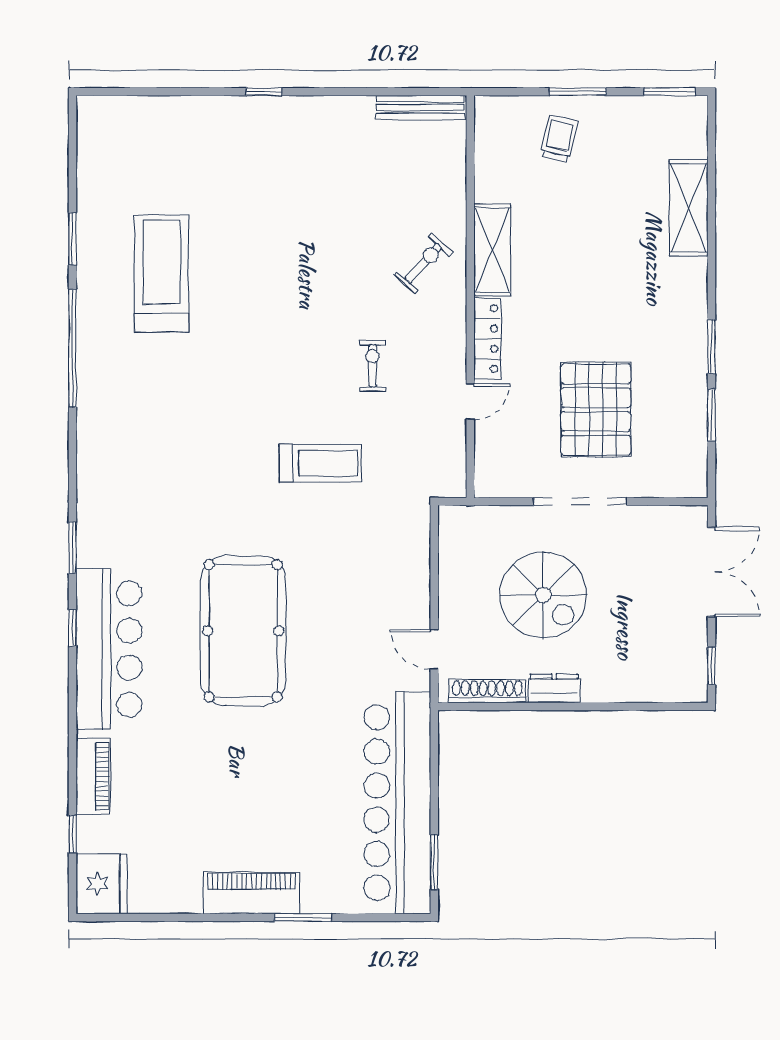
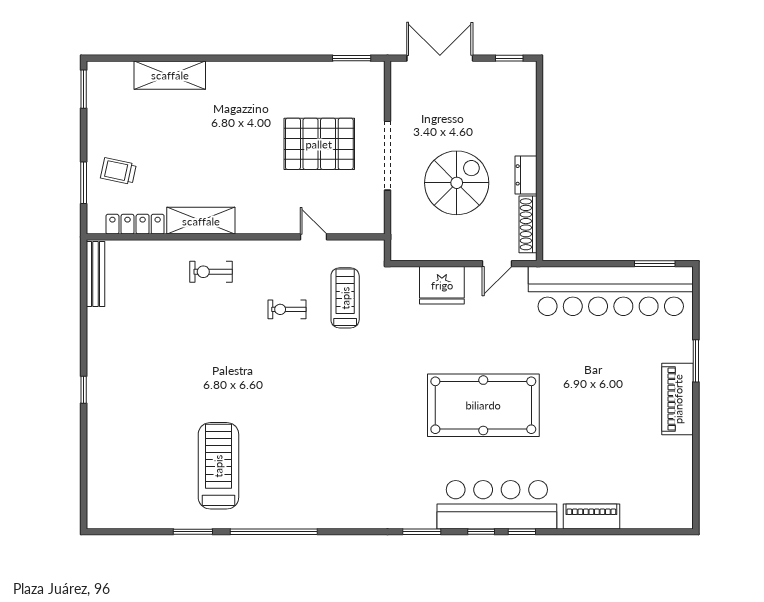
window: (578, 92) -> (84, 183), moved
exercise bike: (423, 263) -> (211, 272), turned -42
treadmill: (162, 274) -> (218, 466), turned 90
locker: (487, 339) -> (135, 224), moved
window: (711, 347) -> (273, 58), removed
window: (711, 415) -> (352, 58), moved
treadmill: (320, 463) -> (345, 298), moved
window: (73, 834) -> (522, 532), moved
fridge: (102, 884) -> (442, 285), moved, turned 180

